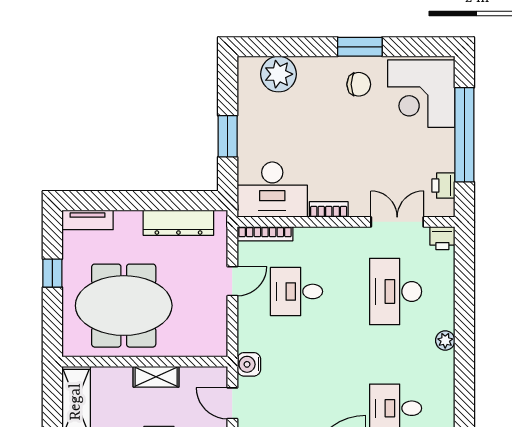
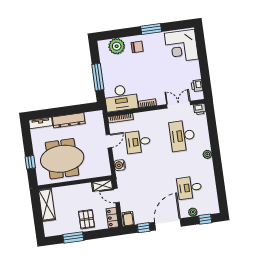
chair: (359, 84) -> (137, 47), moved
window: (464, 135) -> (203, 62), removed
window: (228, 136) -> (98, 77), width x1.44
dresser: (178, 223) -> (69, 120), moved
window: (52, 273) -> (30, 162), moved
water cooler: (249, 364) -> (120, 165), moved
shelving: (156, 377) -> (103, 185), moved

